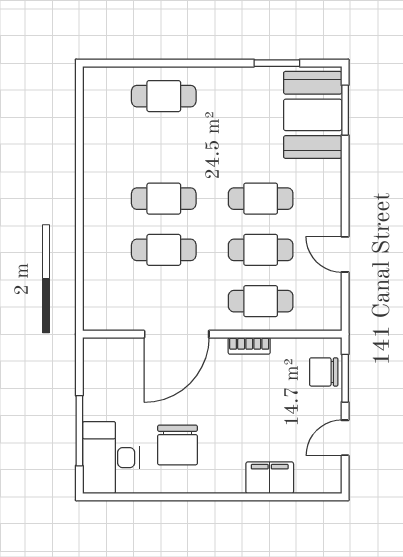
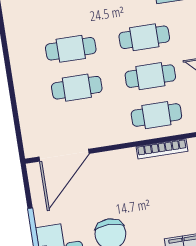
door: (177, 334) -> (64, 155), moved
bookcase: (249, 346) -> (162, 149), width x1.56

